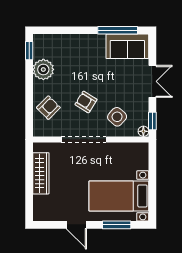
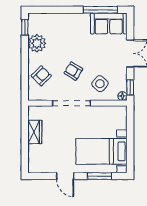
wardrobe: (41, 173) -> (35, 132), width x0.67

